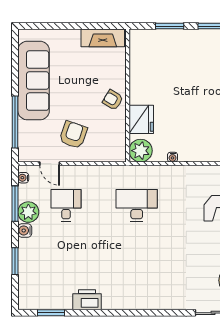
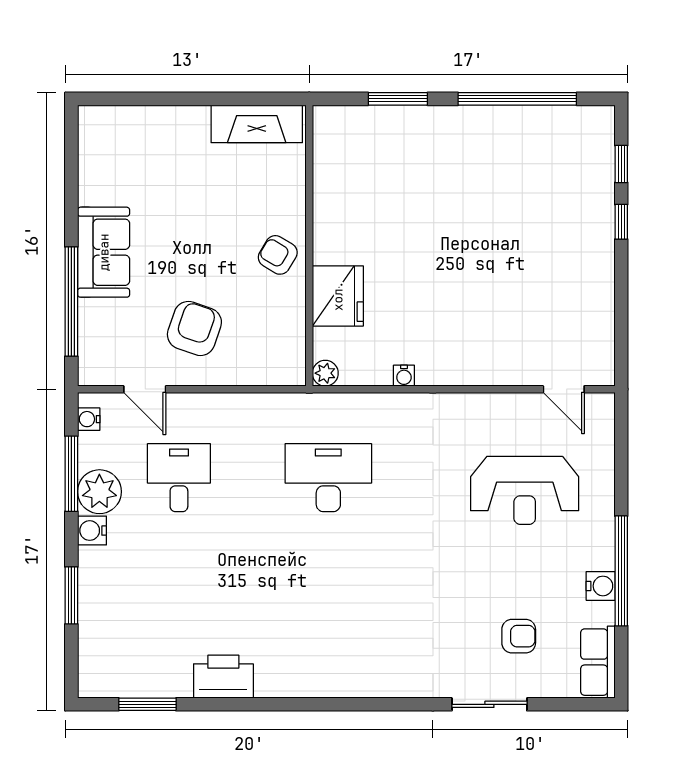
sofa: (34, 81) -> (104, 252), width x0.54, depth x0.79
plant: (141, 151) -> (325, 373), width x0.53, depth x0.53

